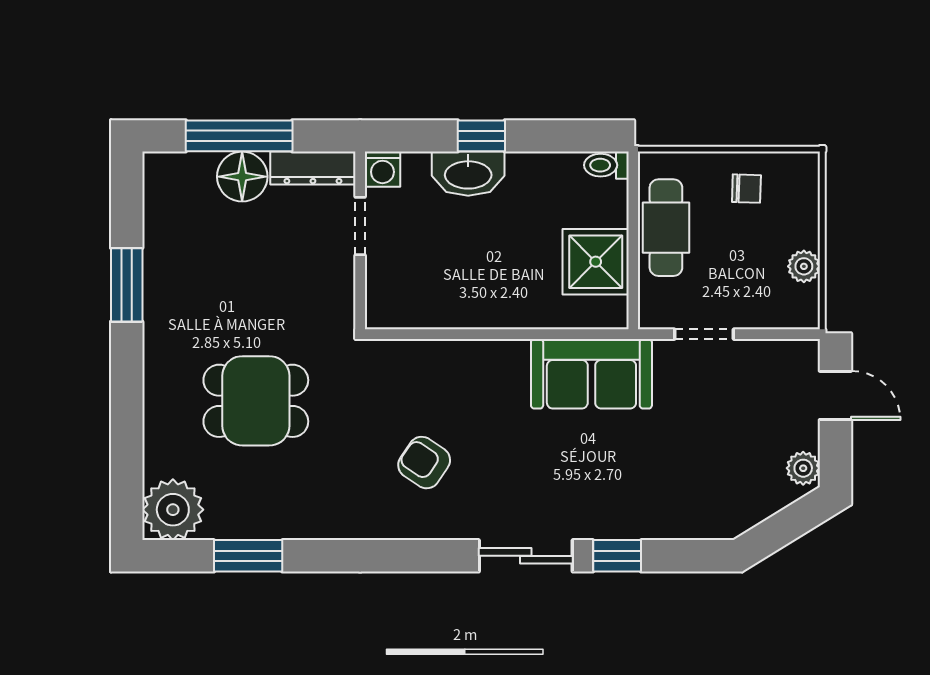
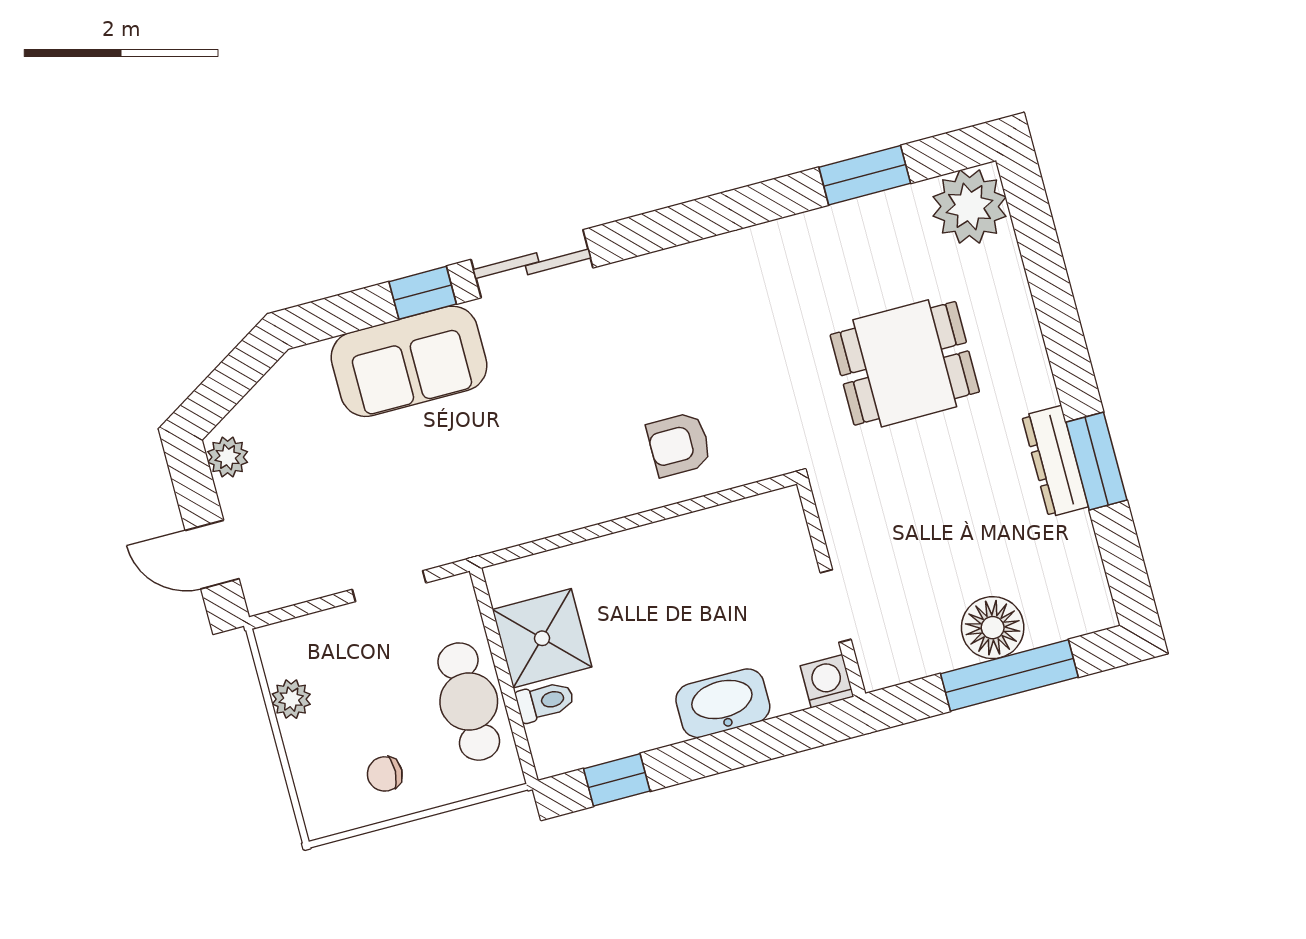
window: (481, 136) -> (617, 780), moved
toilet: (606, 165) -> (545, 701), moved
dresser: (313, 168) -> (1055, 461), moved, turned -90
sofa: (591, 374) -> (409, 361), moved, turned 180
armchair: (424, 463) -> (679, 444), moved, turned 146

